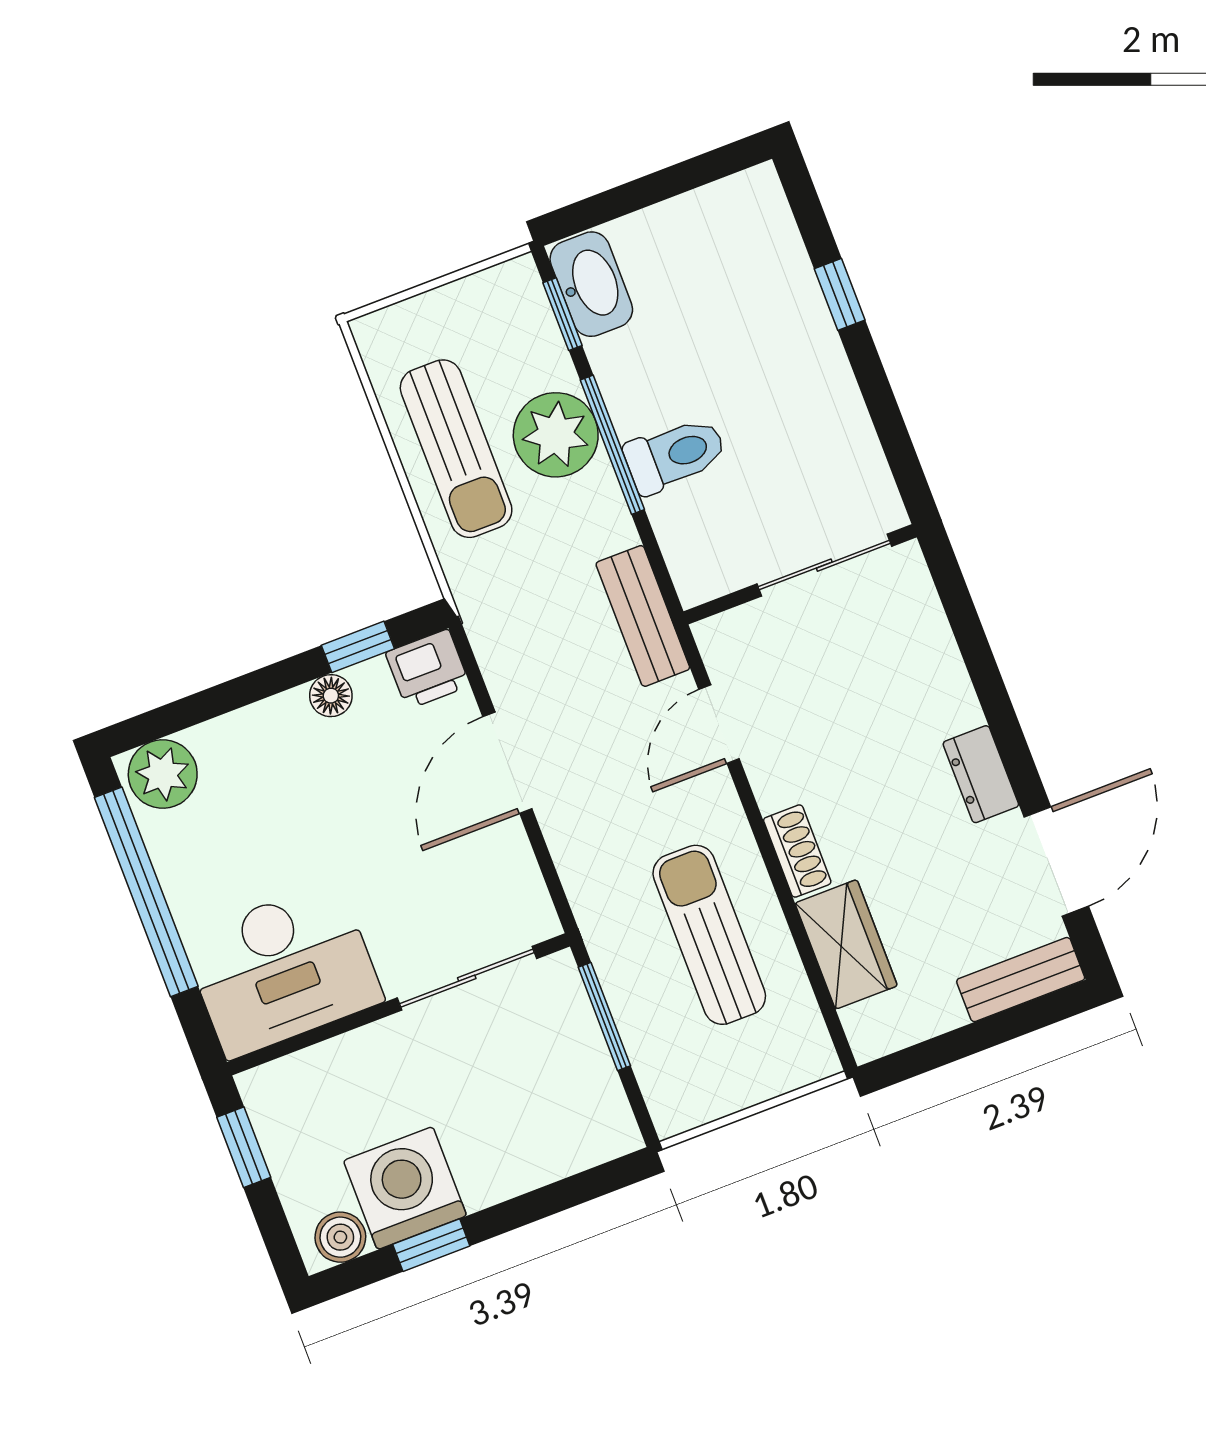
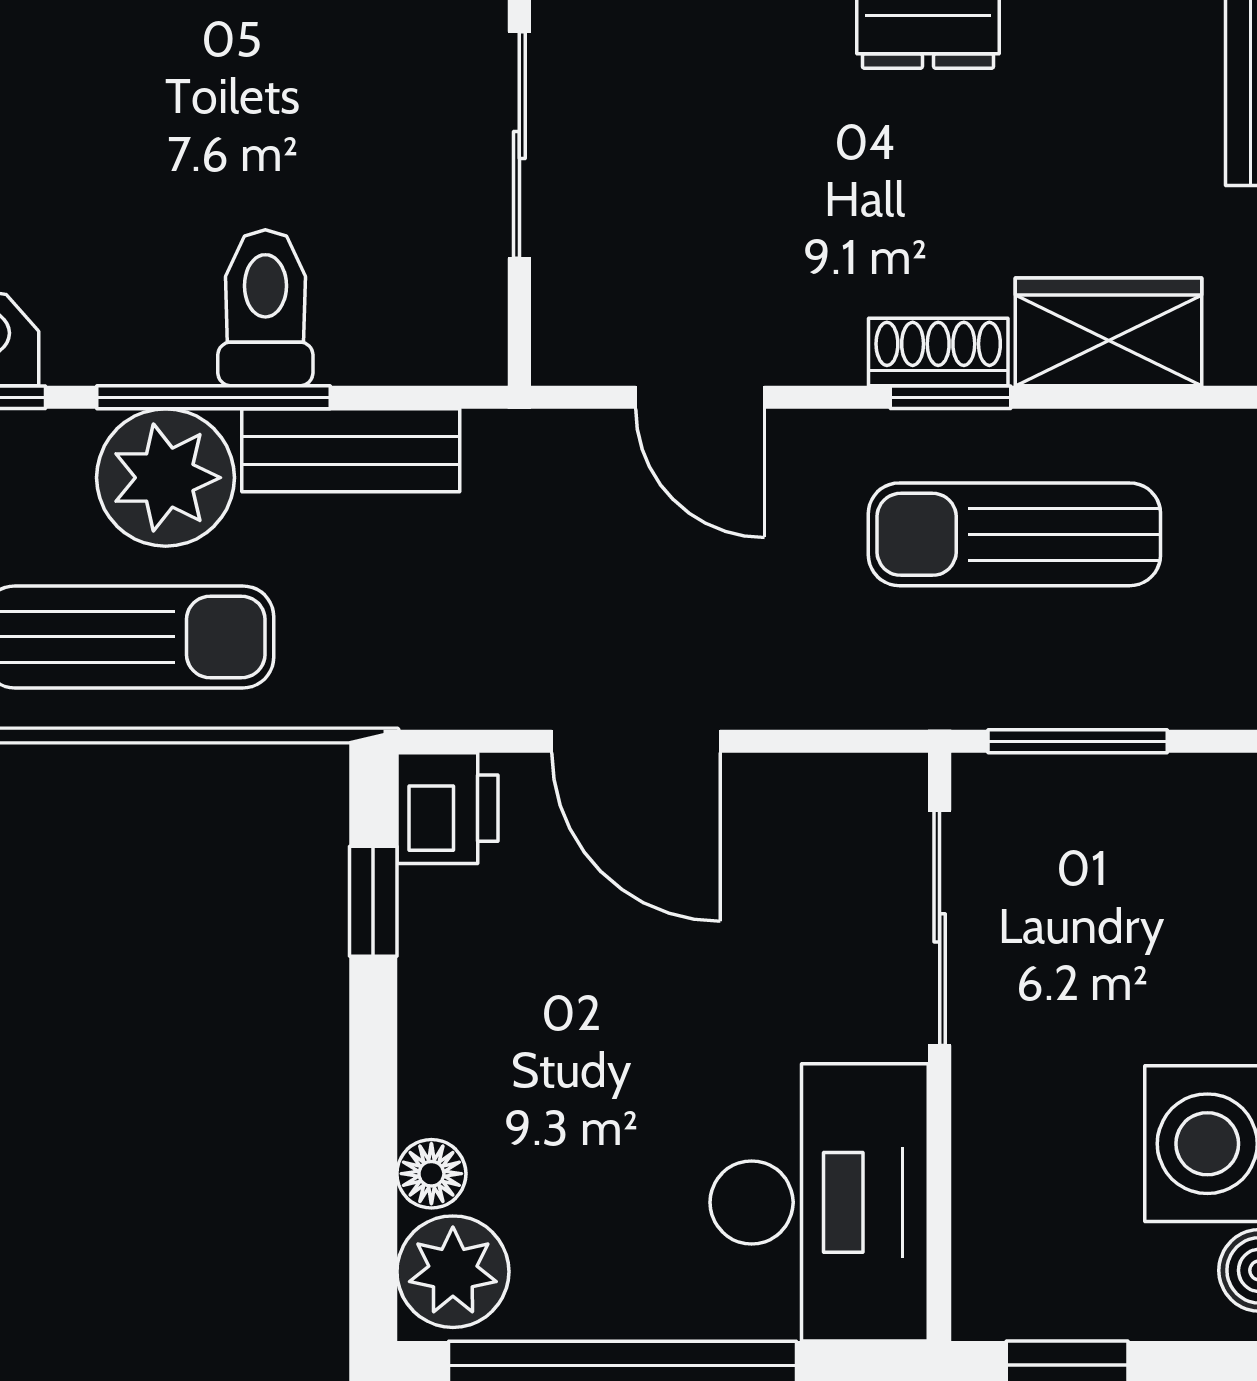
bench: (643, 616) -> (351, 450), moved
floor lamp: (331, 696) -> (431, 1174), moved
window: (774, 868) -> (950, 397), added

